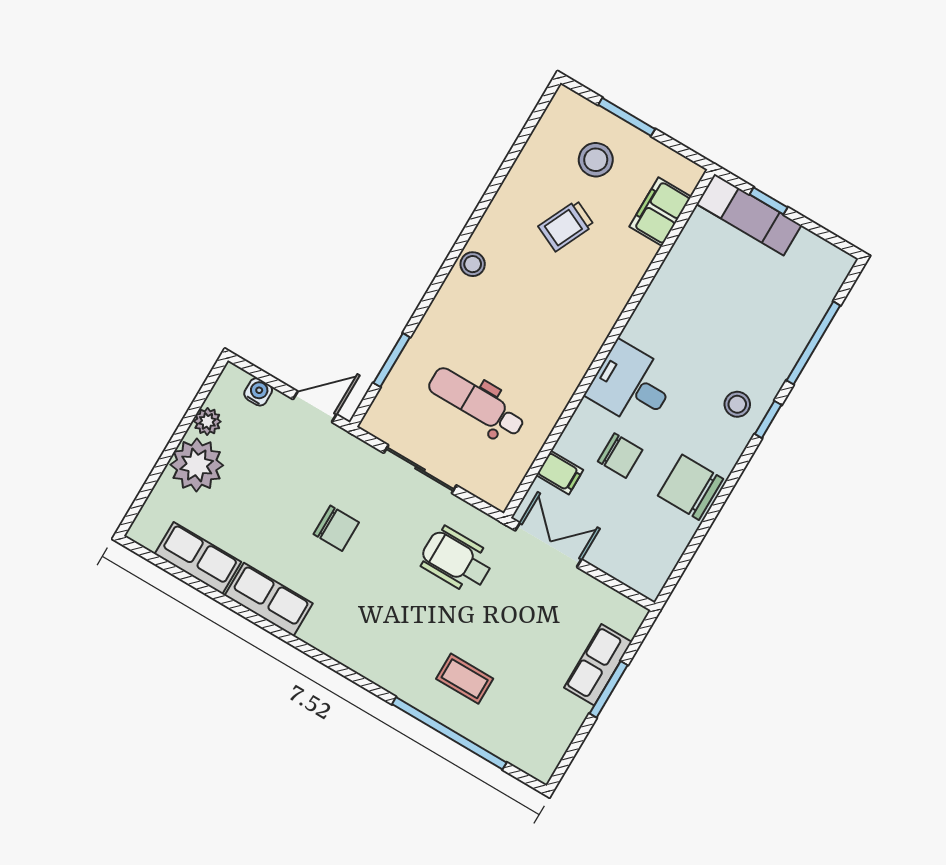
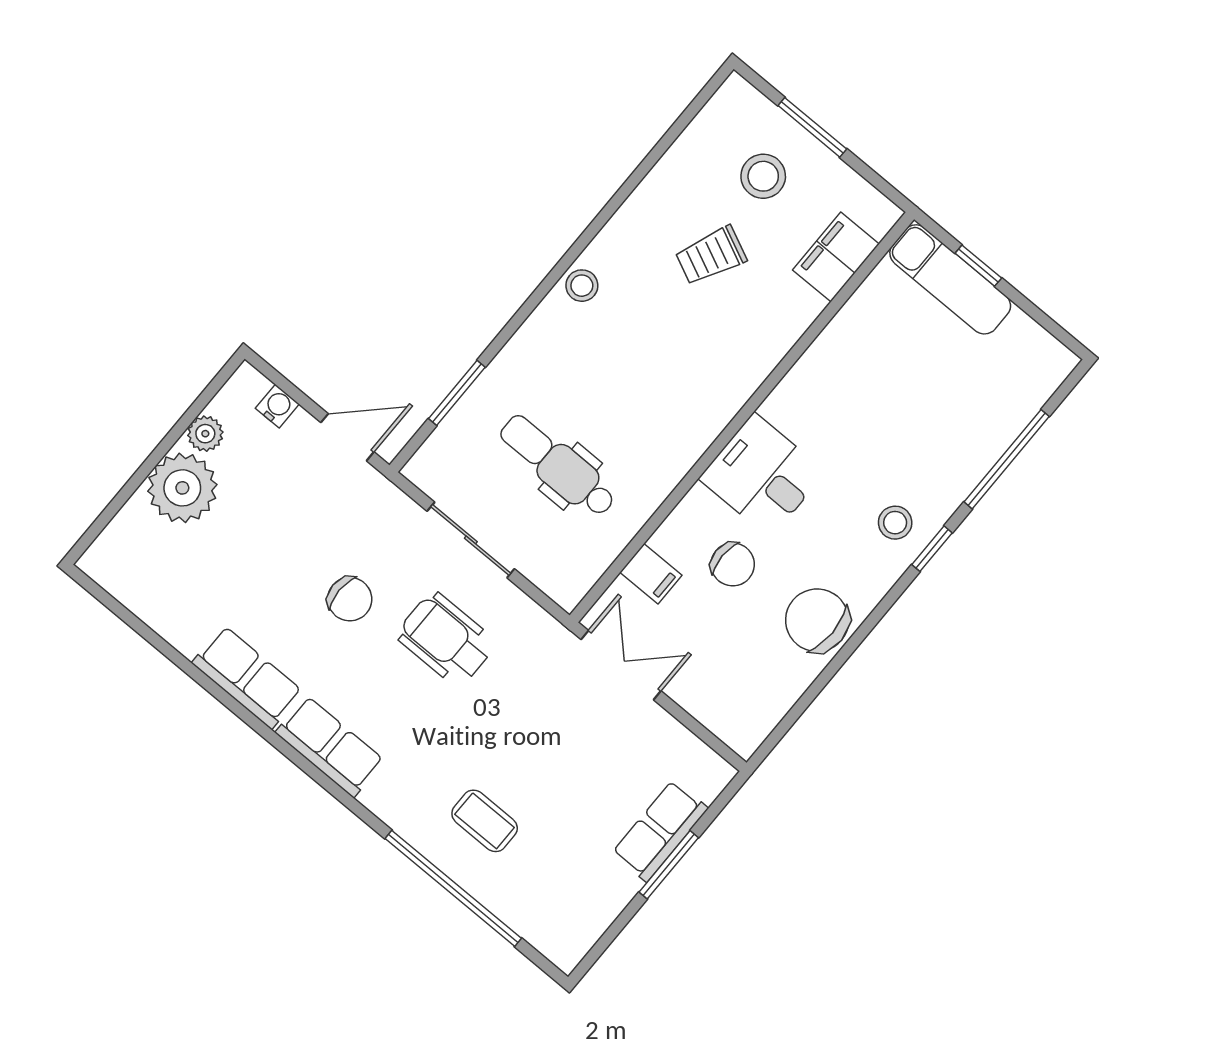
row of seats: (198, 558) -> (330, 746), moved
wheelchair: (456, 560) -> (446, 639), moved

